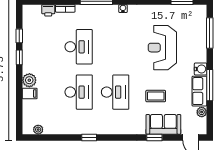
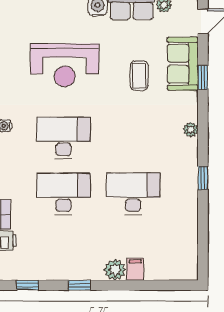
window: (19, 36) -> (28, 285), moved
desk: (115, 92) -> (63, 138), moved
plant: (38, 130) -> (191, 130), moved

